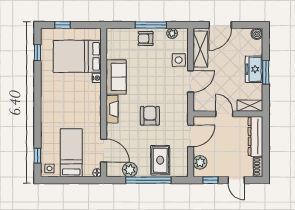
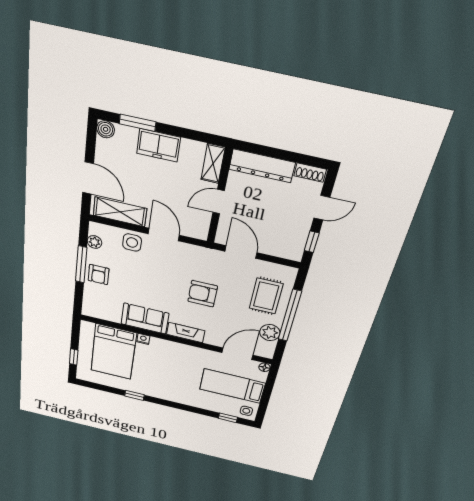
window: (37, 53) -> (134, 395), moved
window: (266, 72) -> (137, 123), moved
rug: (160, 160) -> (266, 296), turned 90
plant: (200, 162) -> (282, 249), removed

